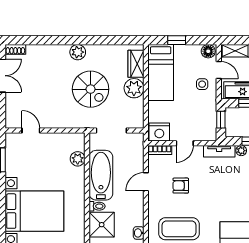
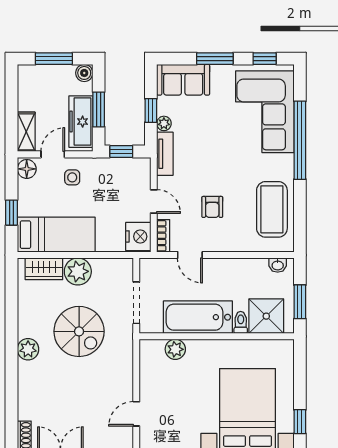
spiral stairs: (91, 89) -> (79, 331), turned 90
door: (146, 182) -> (190, 255), moved

